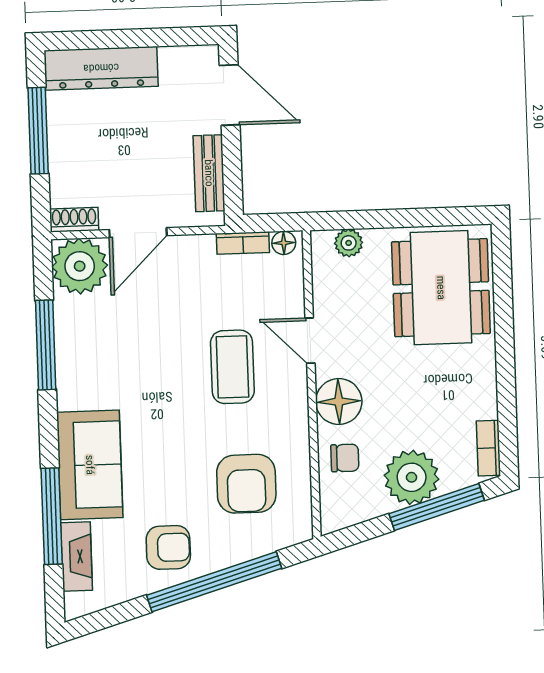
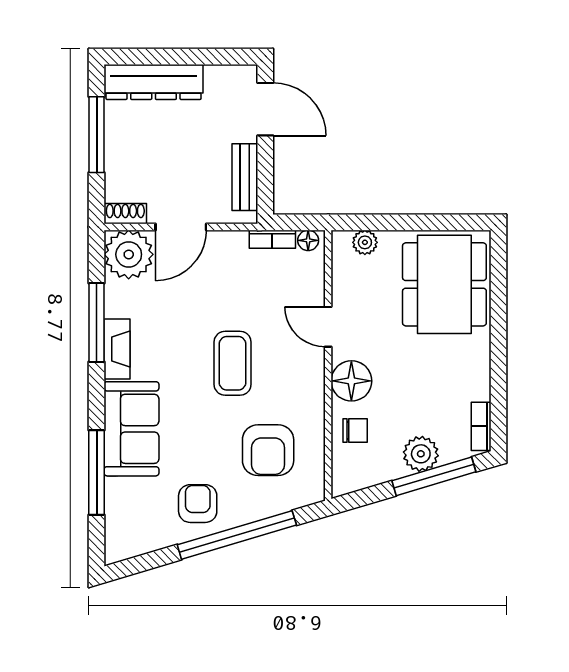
coffee table: (232, 367) -> (233, 363), moved
plant: (412, 477) -> (421, 454), width x0.73, depth x0.73
armchair: (168, 547) -> (198, 504), turned -90
fireplace: (77, 556) -> (117, 349), moved

